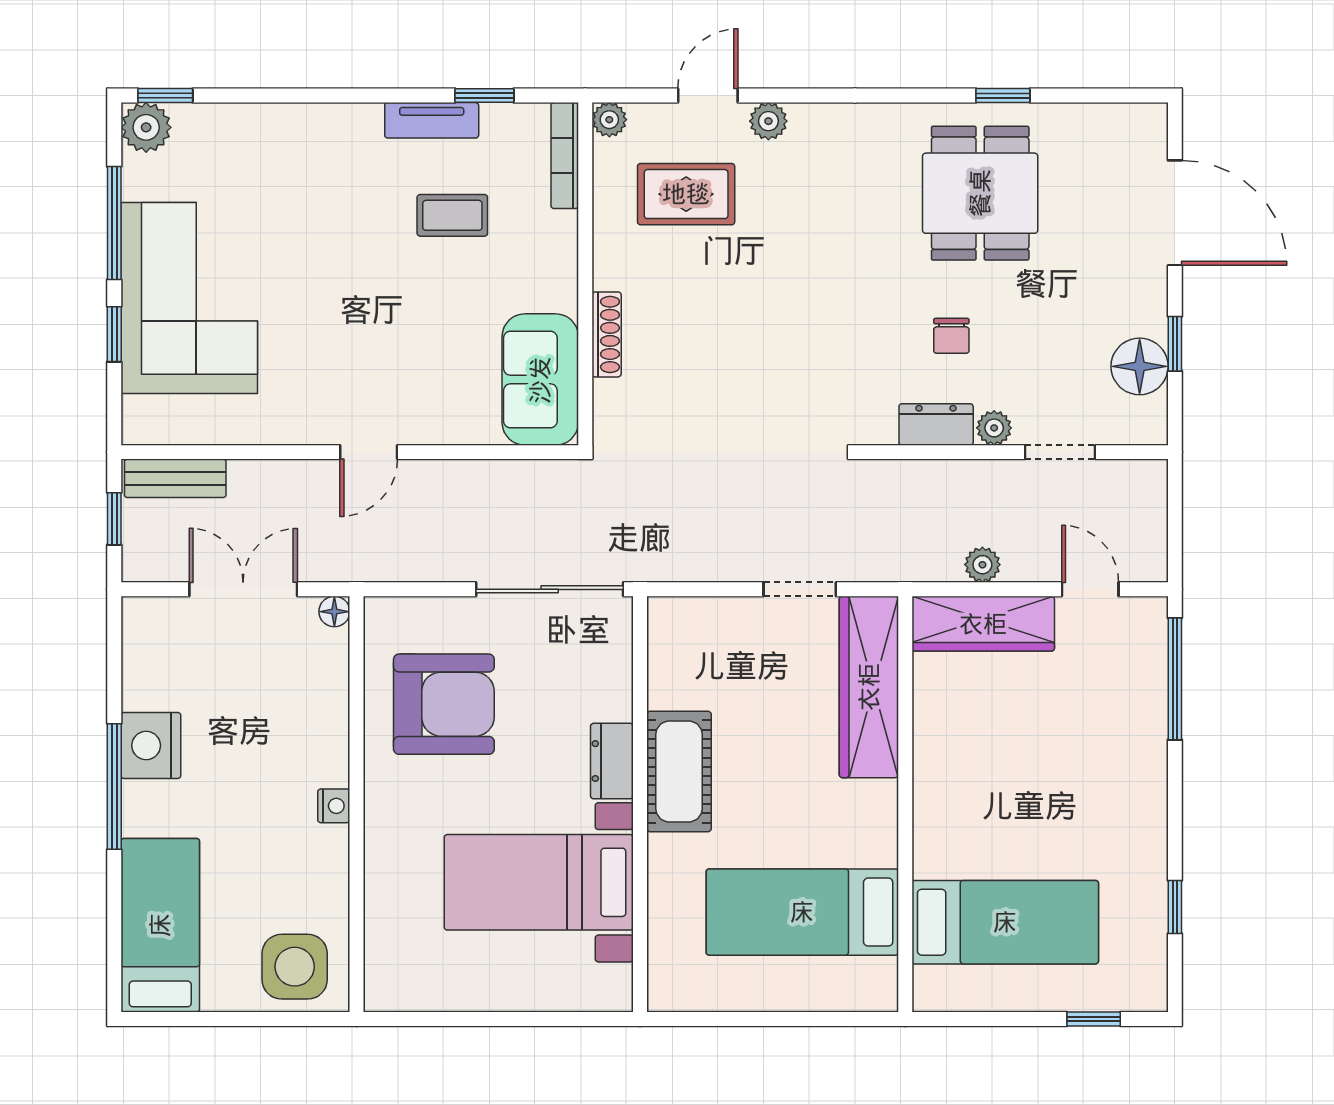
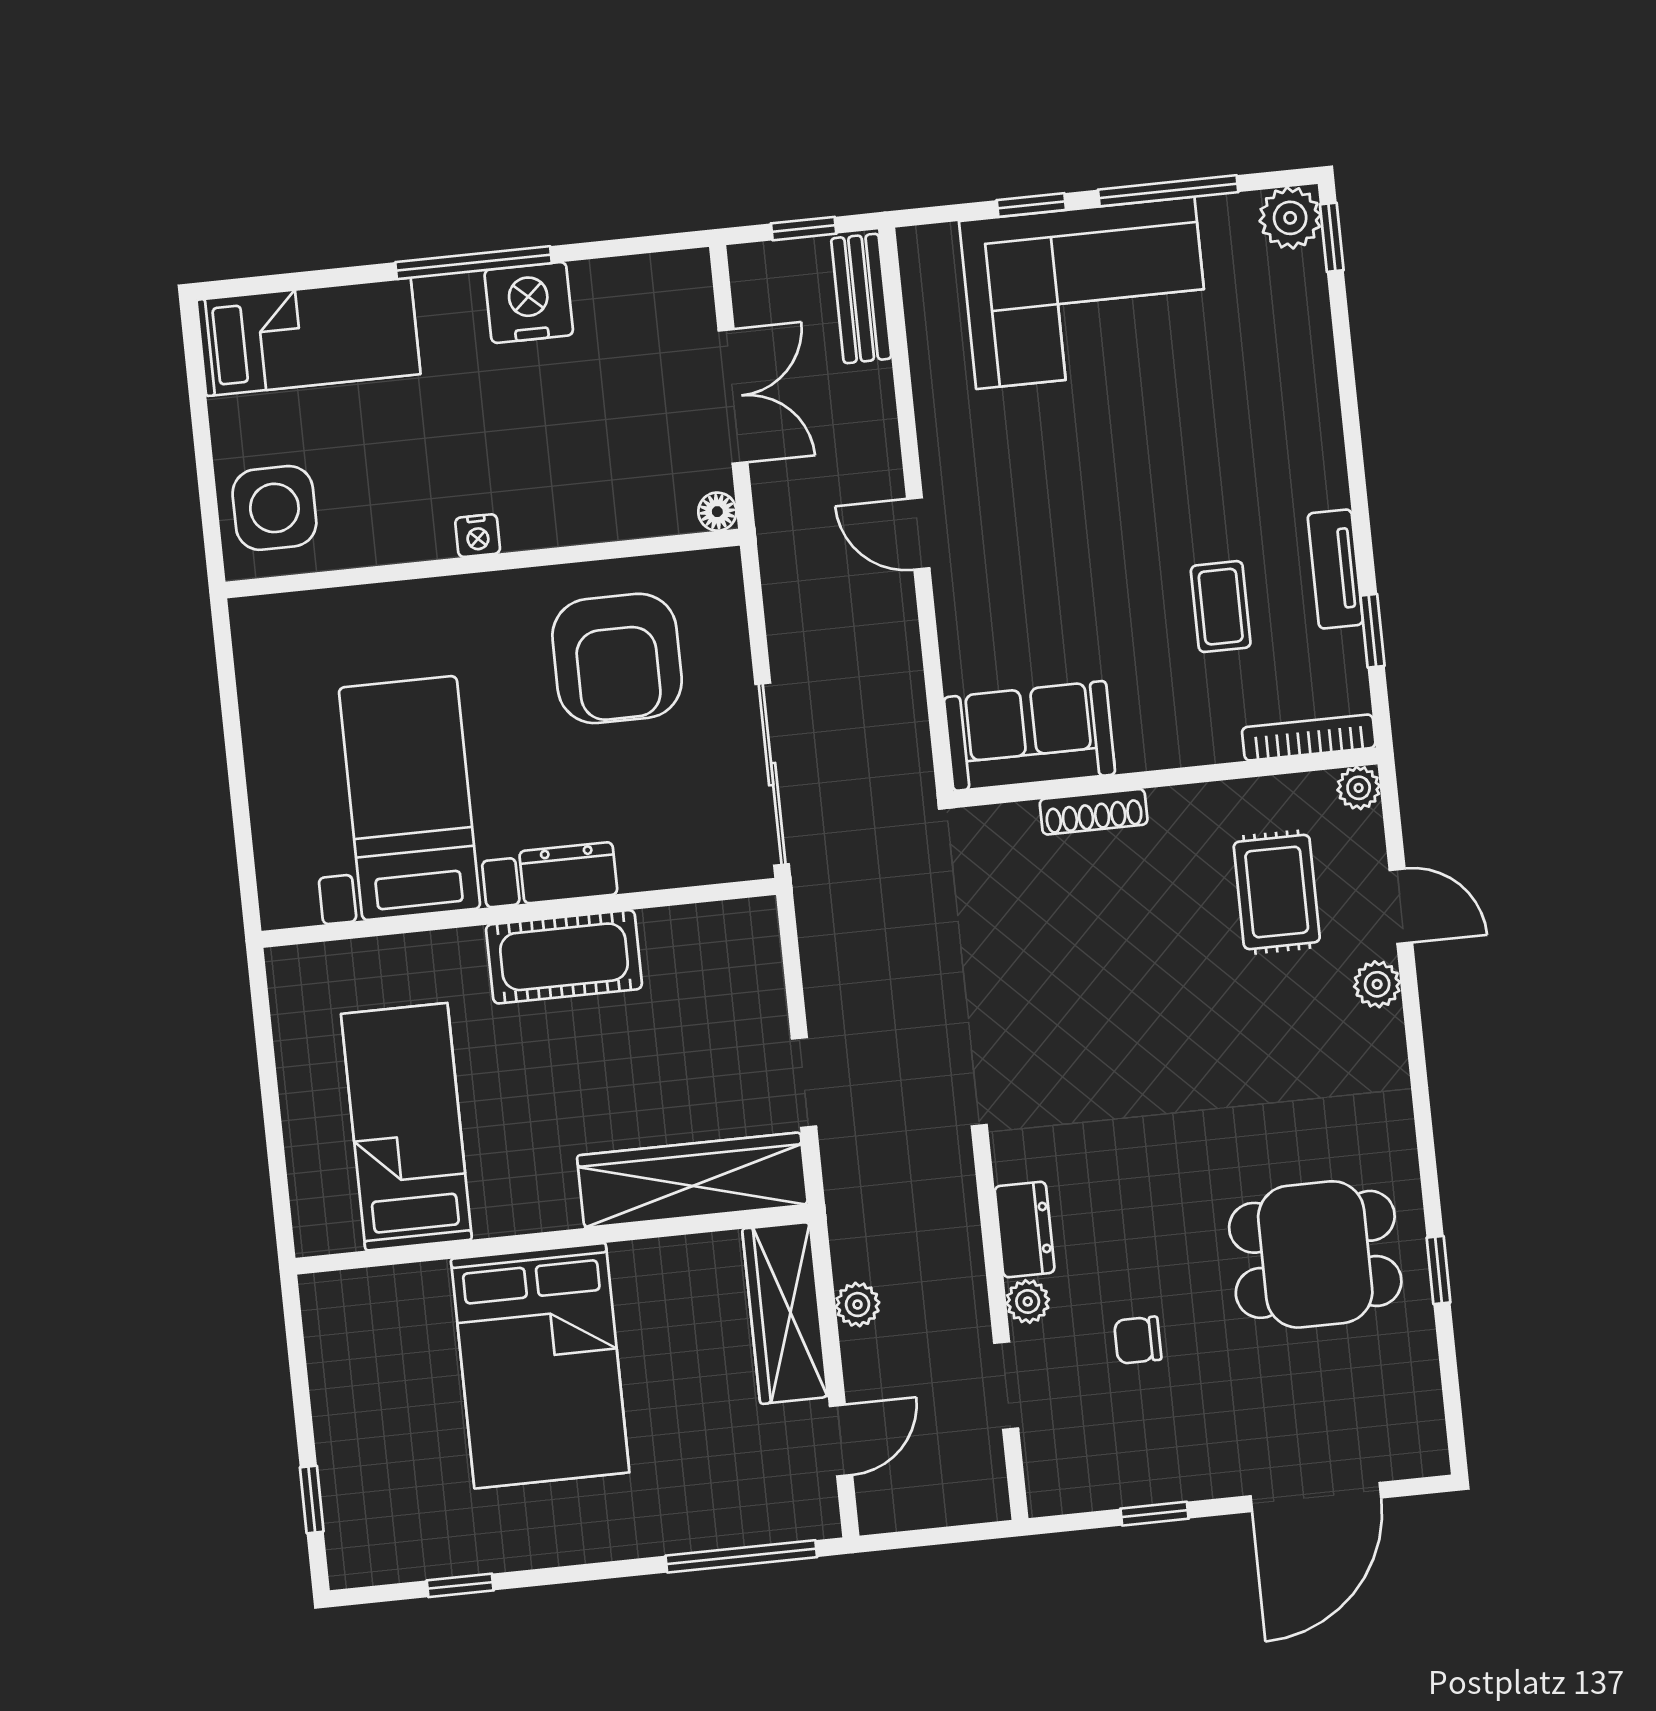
chair: (951, 336) -> (1138, 1340), moved
floor lamp: (1140, 366) -> (1122, 1473), removed
bed: (1005, 922) -> (540, 1366), moved, width x1.50

